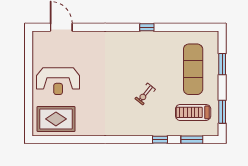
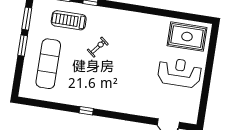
window: (222, 64) -> (23, 46), moved
treadmill: (193, 112) -> (69, 20), moved, turned 180

